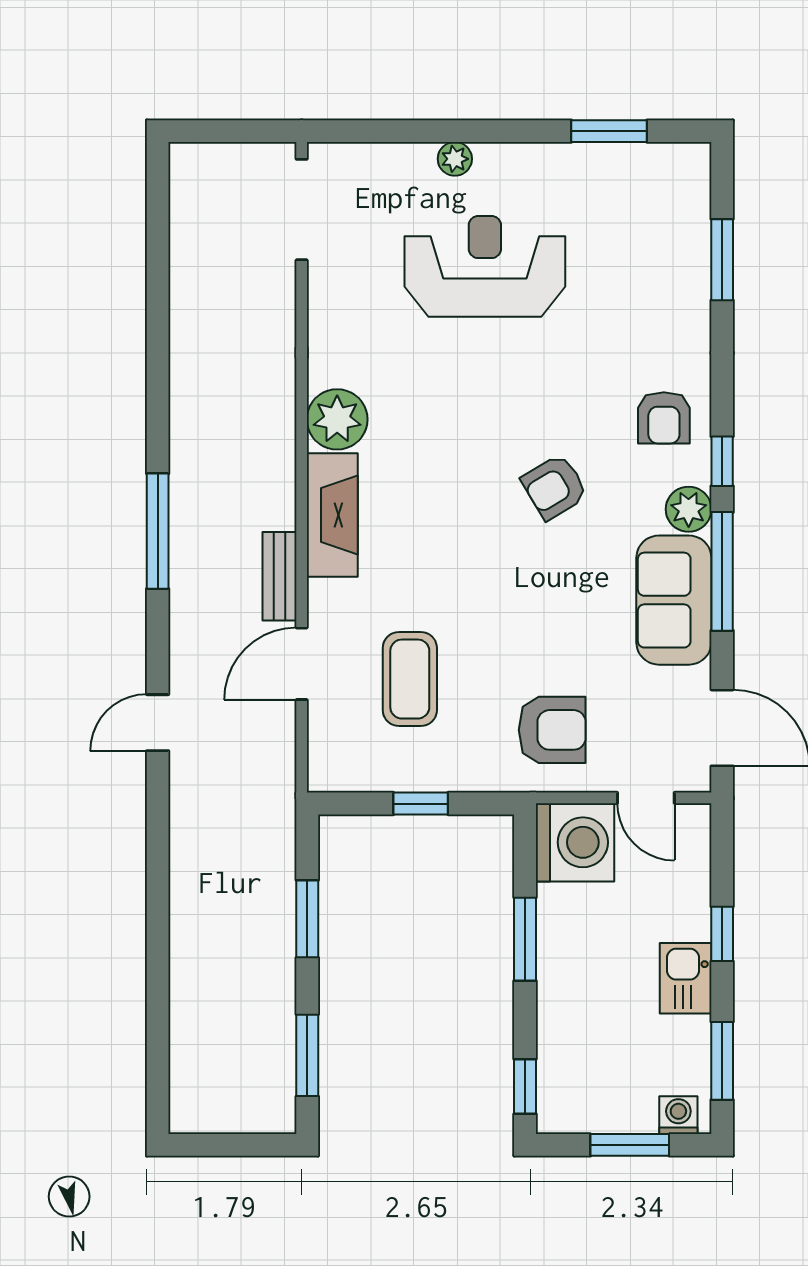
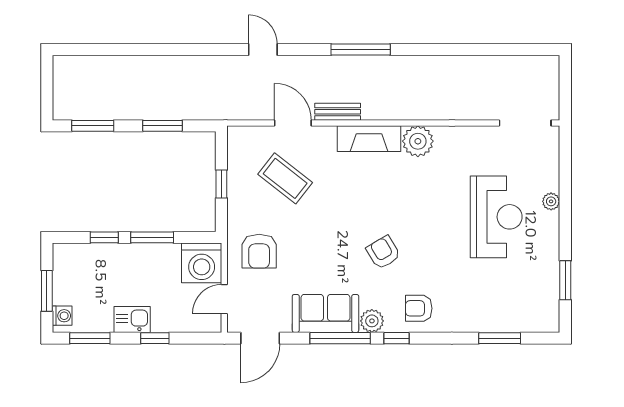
coffee table: (410, 679) -> (285, 178), turned 38
window: (525, 1086) -> (104, 237), moved

